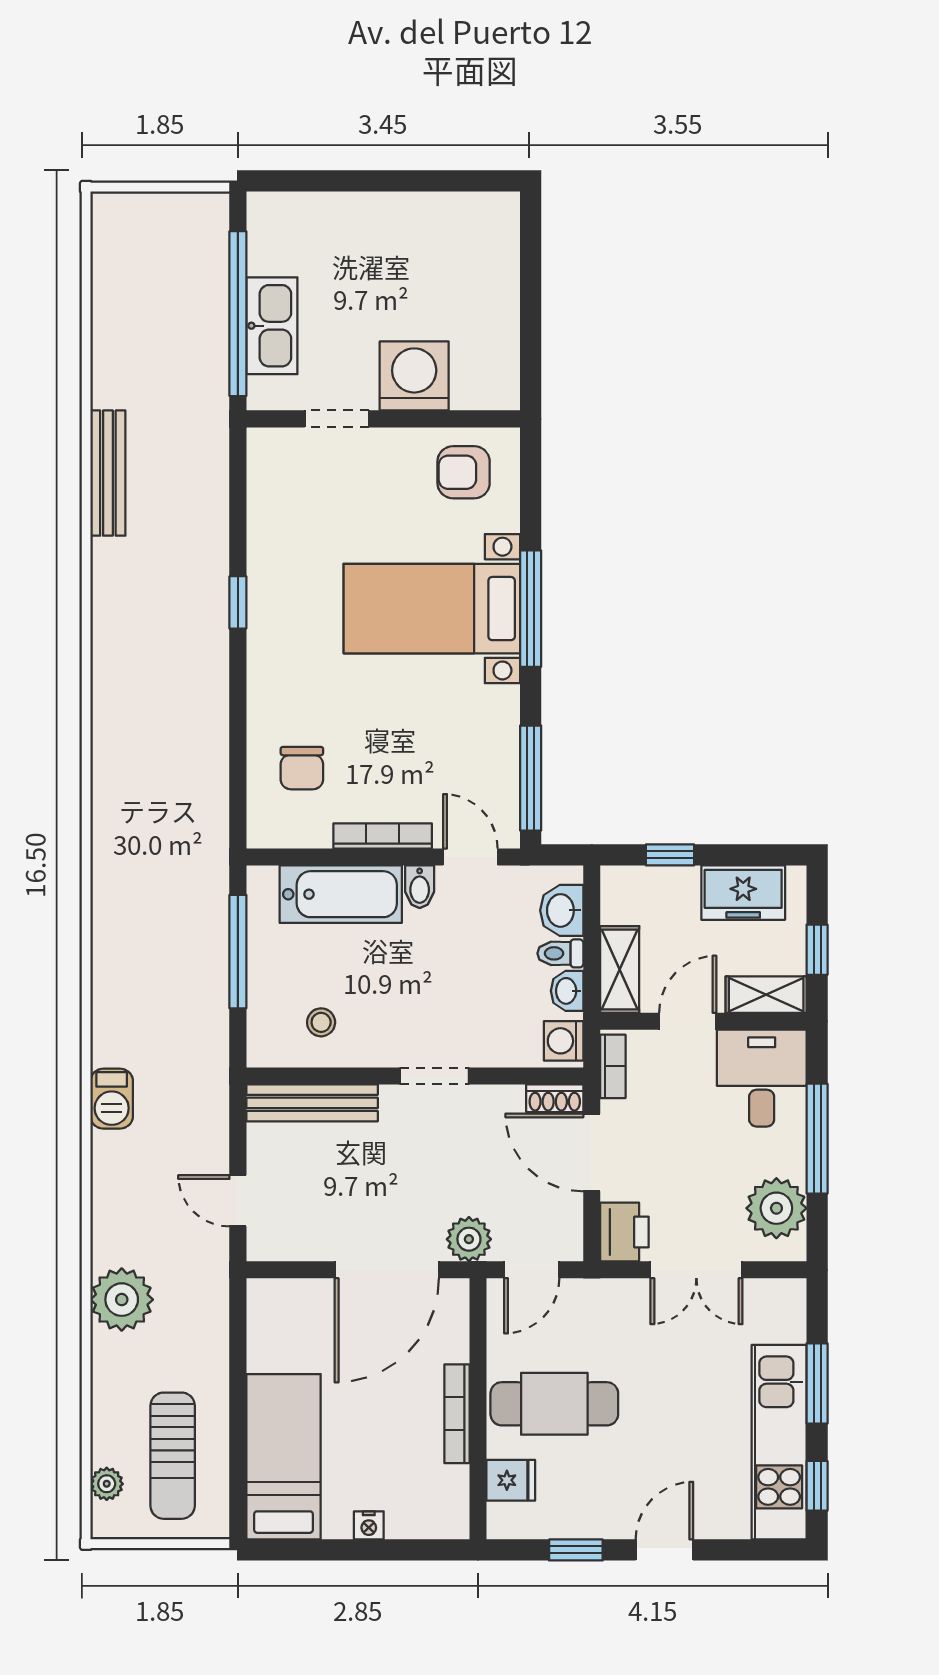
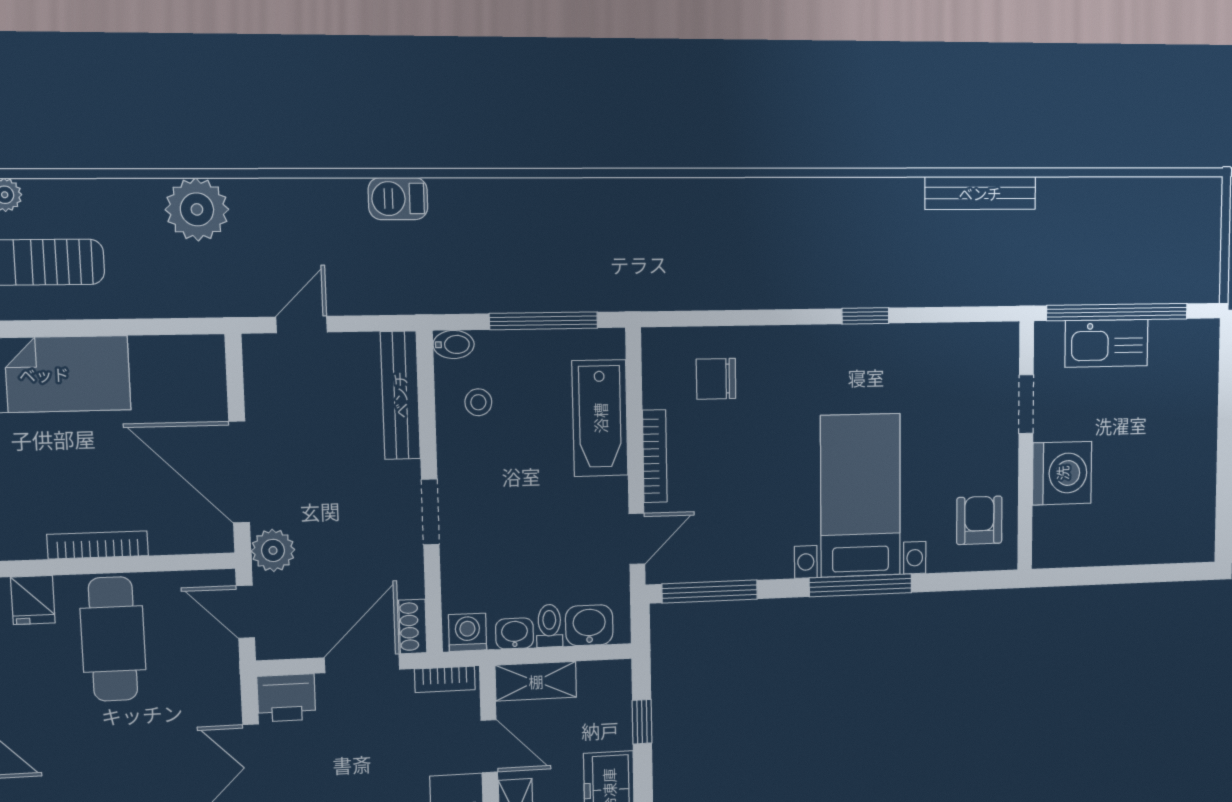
bidet: (420, 887) -> (454, 344), moved, turned 180

